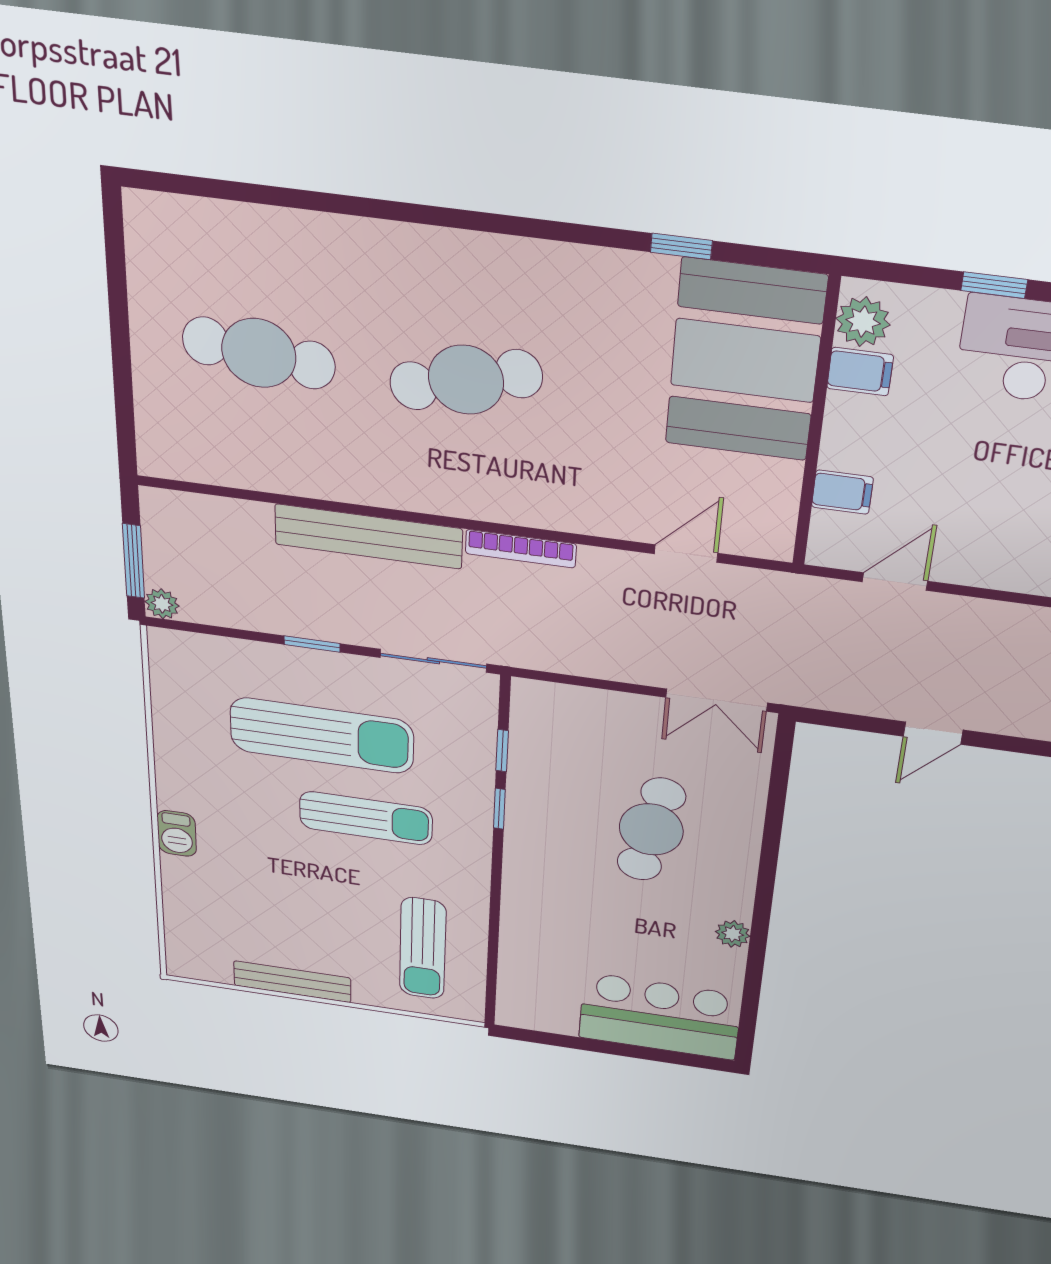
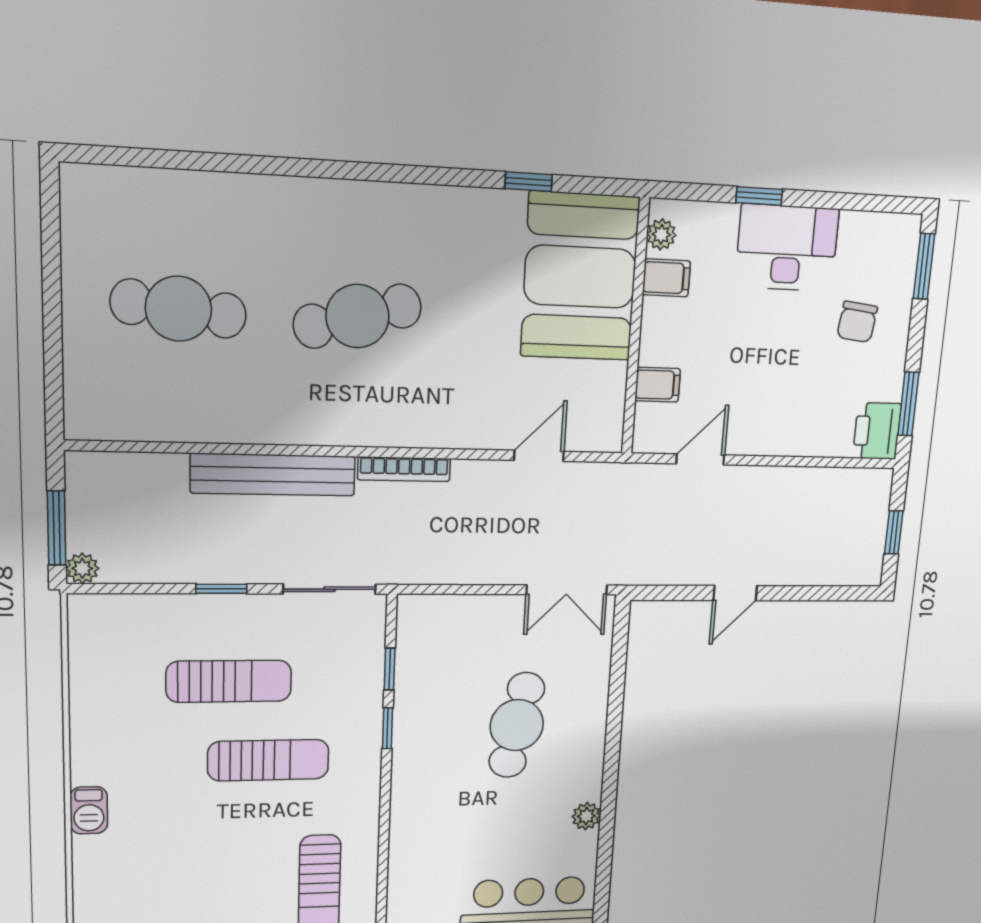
plant: (863, 322) -> (661, 234), width x0.73, depth x0.73
sun lounger: (322, 736) -> (229, 681), width x0.73, depth x0.75

